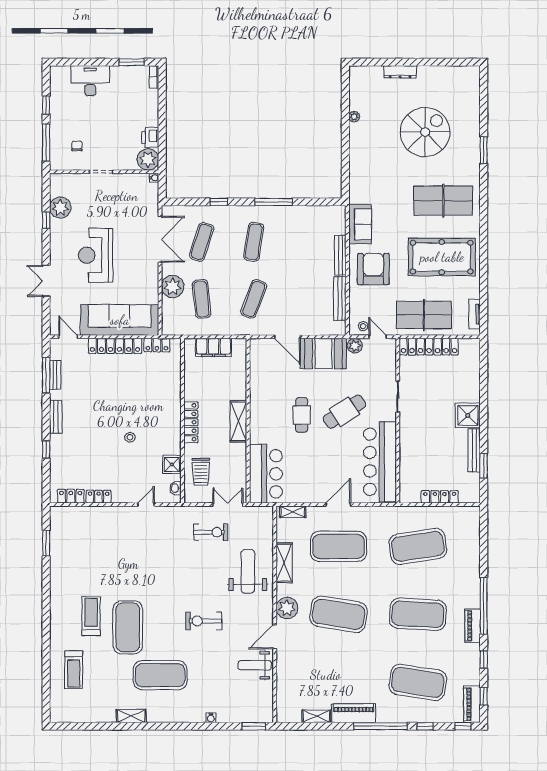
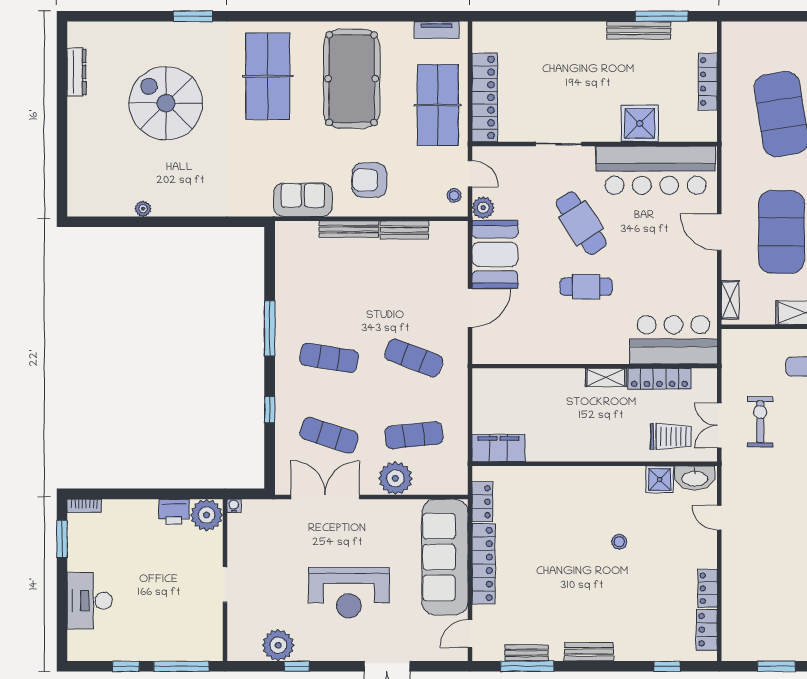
dresser: (400, 72) -> (77, 72), moved
chair: (77, 146) -> (186, 621), removed
armchair: (373, 269) -> (369, 180), width x0.73, depth x0.73
bench: (340, 299) -> (404, 230), width x0.73
door: (378, 337) -> (470, 174), swing flipped
filing cabinet: (213, 347) -> (498, 448), moved, turned -90
shower: (468, 415) -> (640, 123), moved
shelving: (238, 421) -> (606, 377), width x0.67, depth x0.75
locker: (191, 422) -> (659, 379), moved, turned 180
window: (46, 450) -> (667, 666), moved
window: (484, 466) -> (662, 16), width x1.44
washbasin: (175, 488) -> (695, 478), width x1.91, depth x1.45
double door: (228, 505) -> (719, 425), moved

